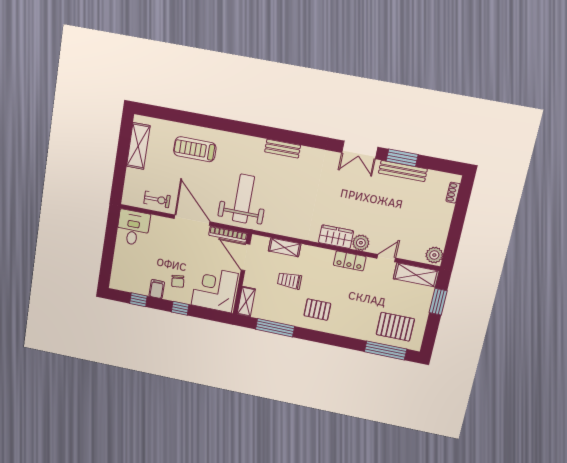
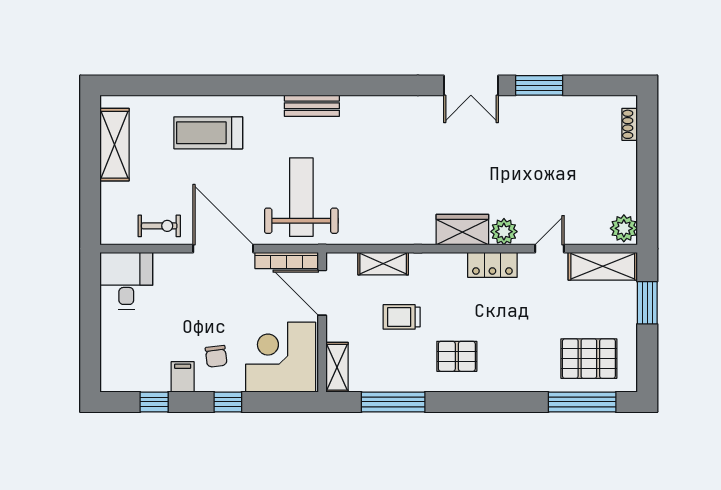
bench: (283, 149) -> (312, 106), moved
bench: (403, 171) -> (545, 106), removed

